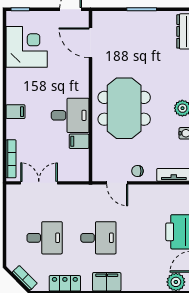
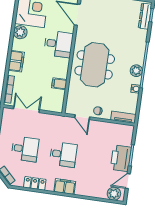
plant: (15, 78) -> (20, 32), added
filing cabinet: (15, 112) -> (16, 61), width x2.00
desk: (70, 115) -> (58, 44), moved

